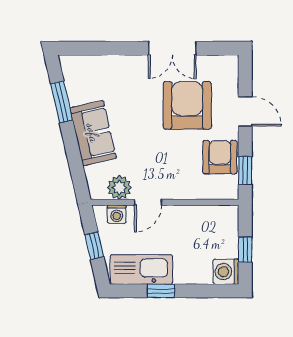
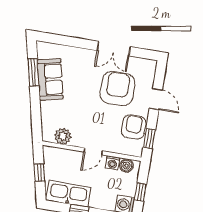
sofa: (93, 133) -> (50, 79), moved
door: (148, 202) -> (93, 151), moved
washing machine: (117, 214) -> (113, 163), moved
boiler: (219, 215) -> (126, 166), added

